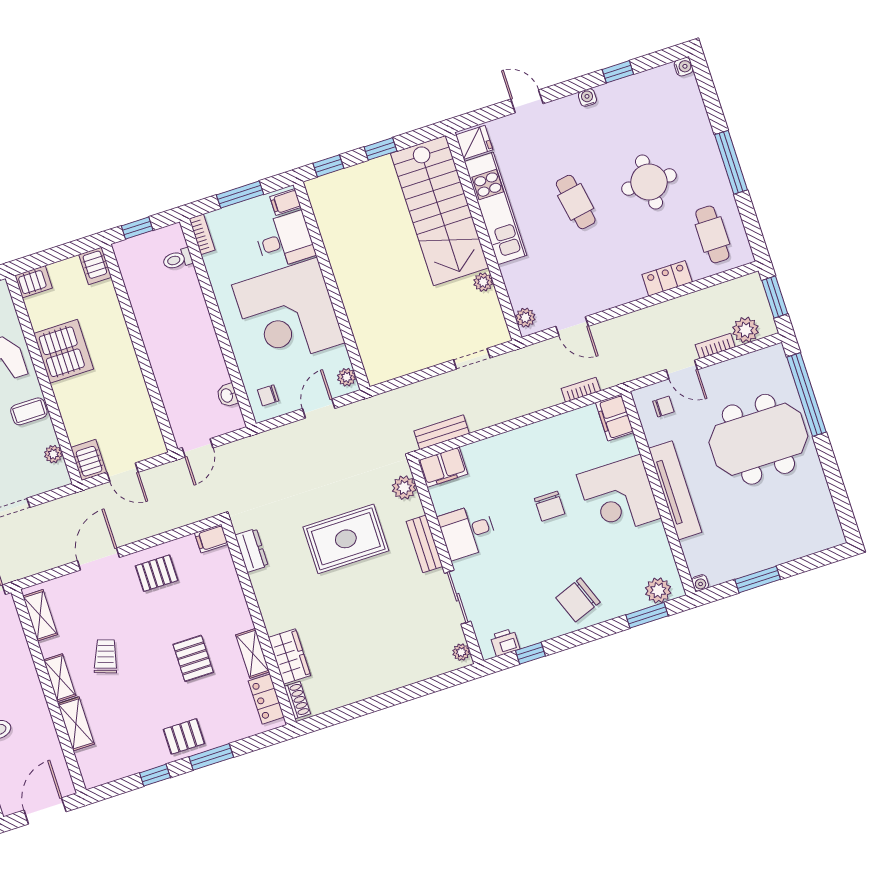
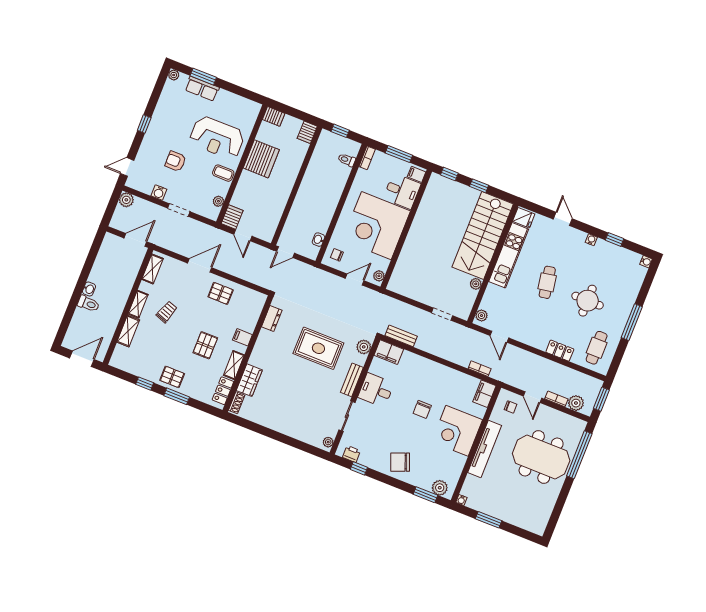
filing cabinet: (211, 539) -> (242, 337), moved

